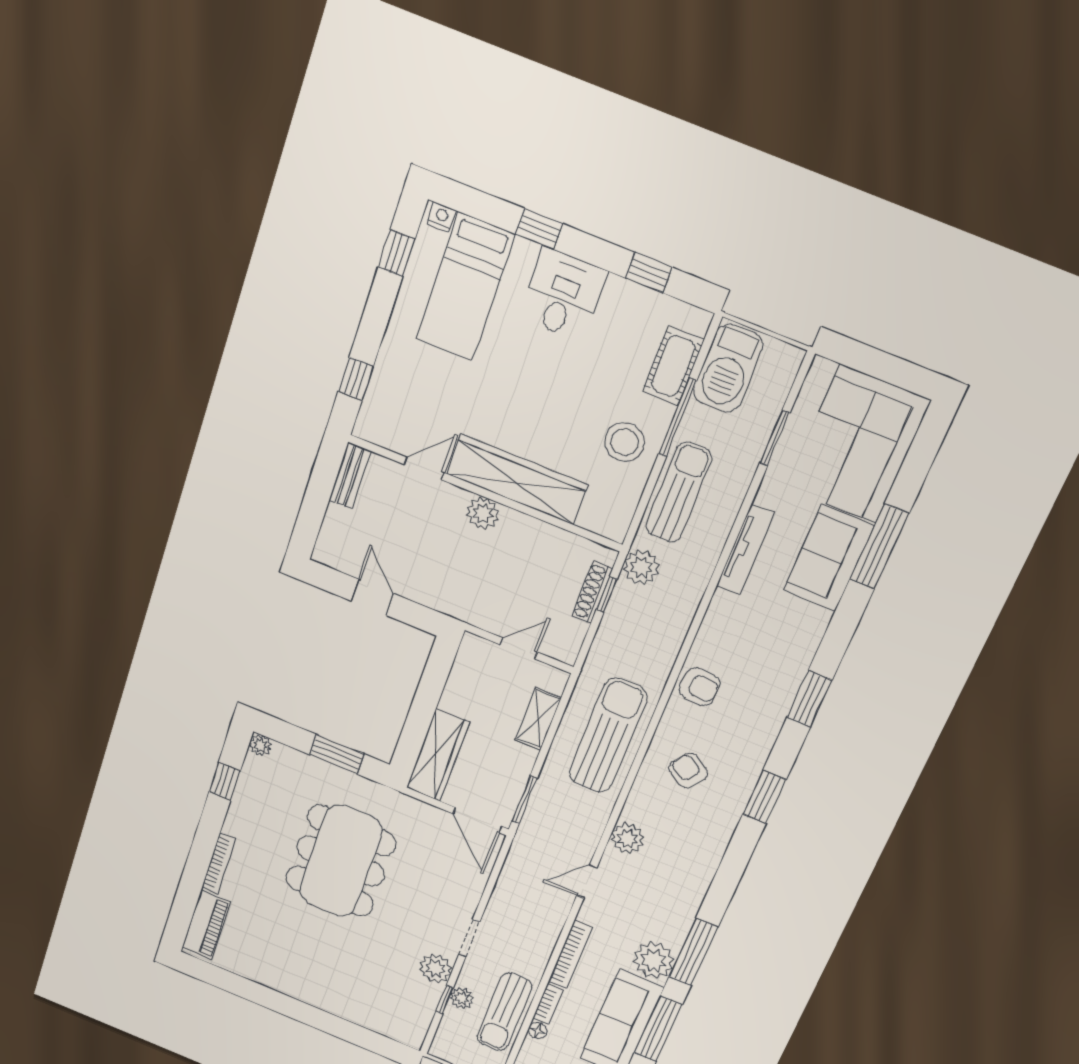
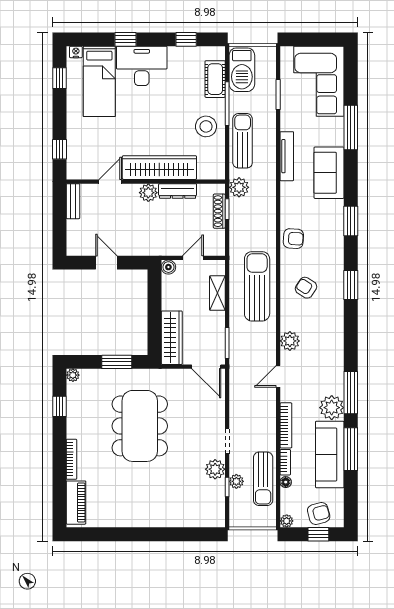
desk: (563, 294) -> (142, 66), width x1.37
dresser: (534, 531) -> (178, 191), added
sofa: (829, 558) -> (329, 173), moved
boiler: (473, 646) -> (168, 267), added

